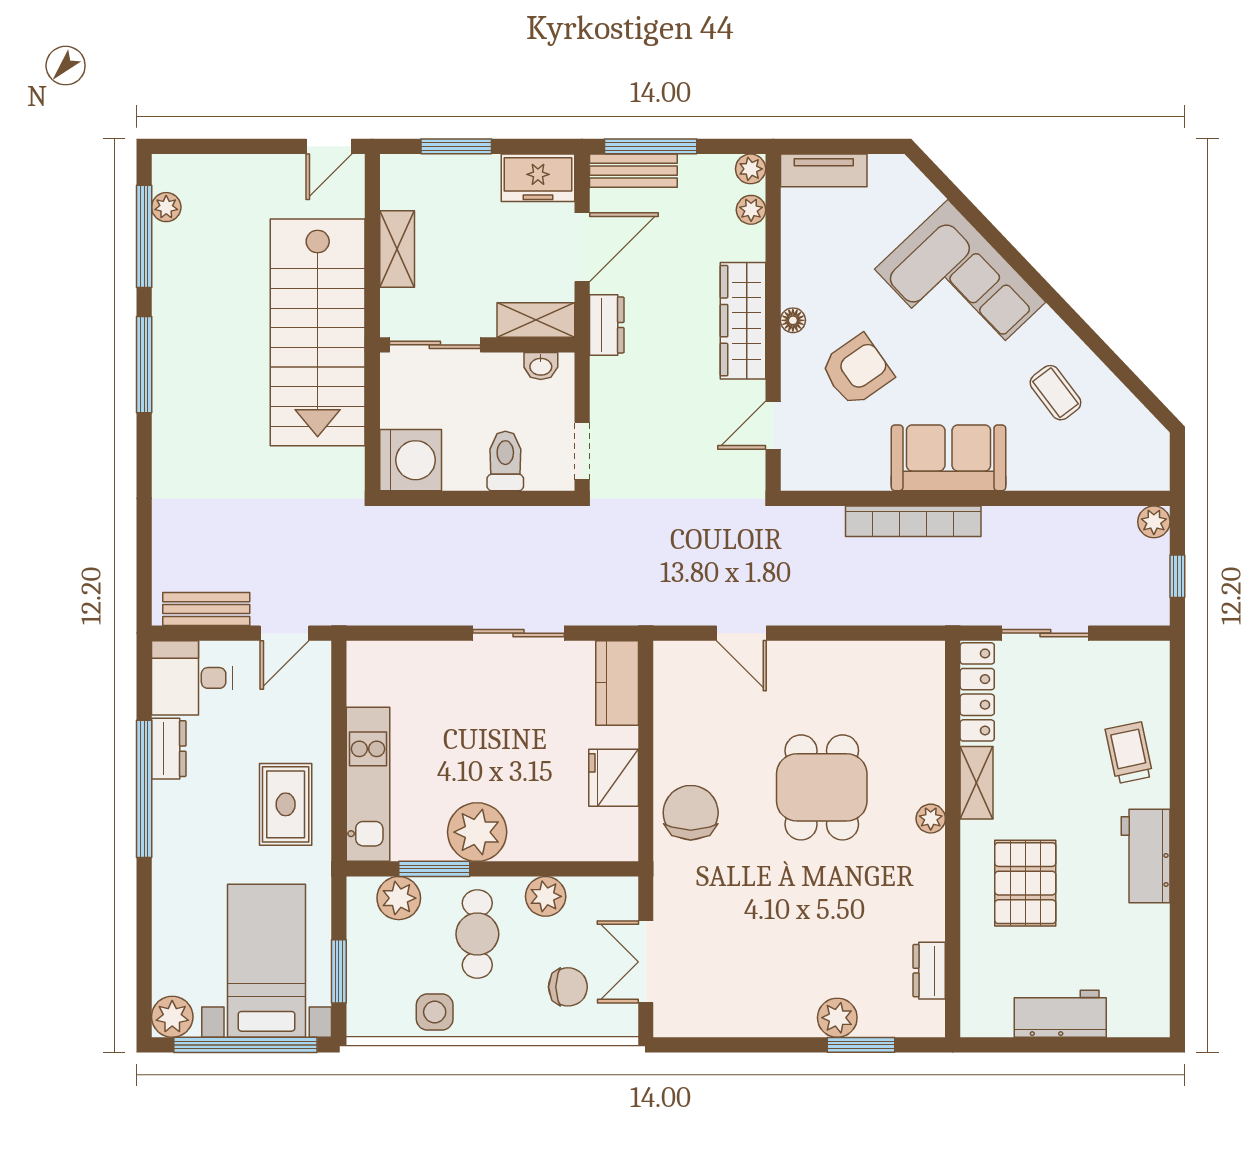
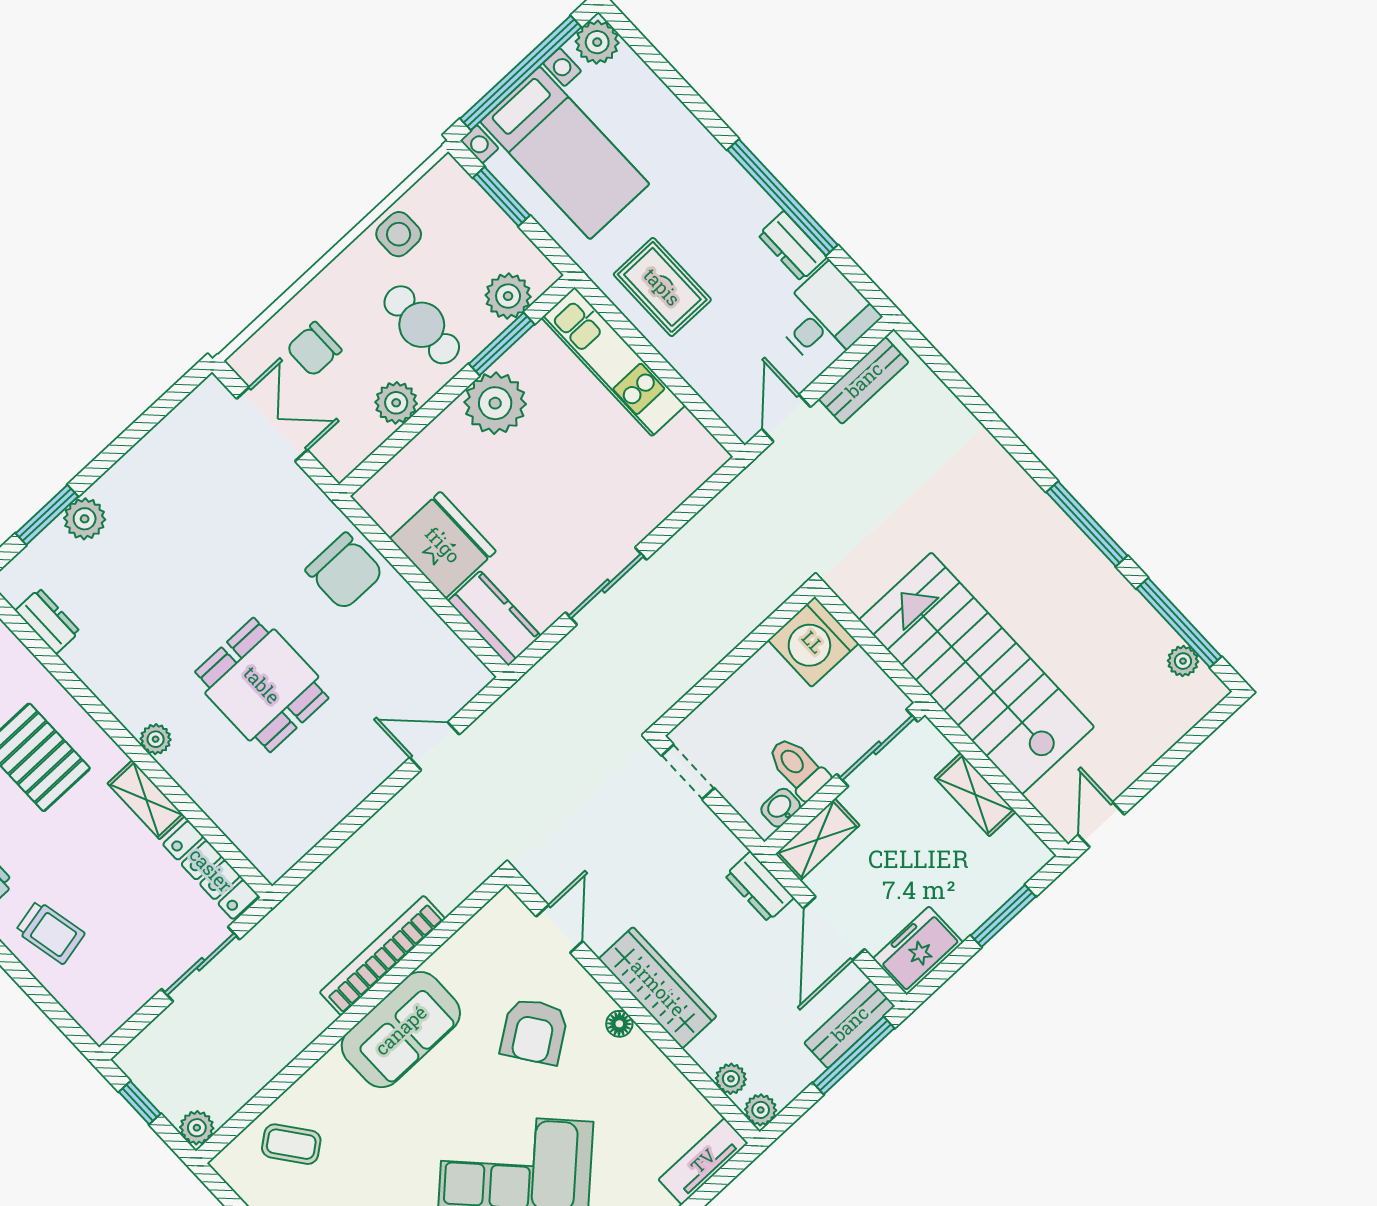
coffee table: (1055, 393) -> (291, 1144), moved
toilet: (505, 461) -> (798, 768), moved, turned 180
fridge: (614, 778) -> (443, 545), width x1.36, depth x1.34

